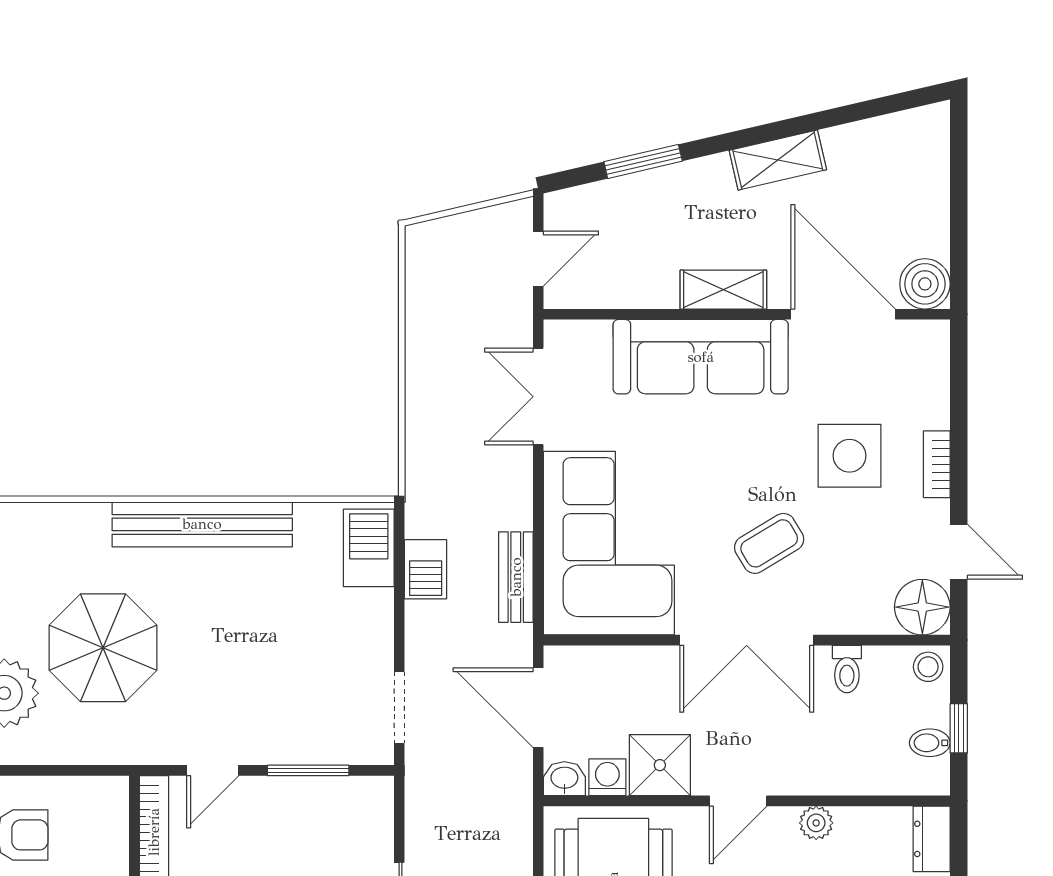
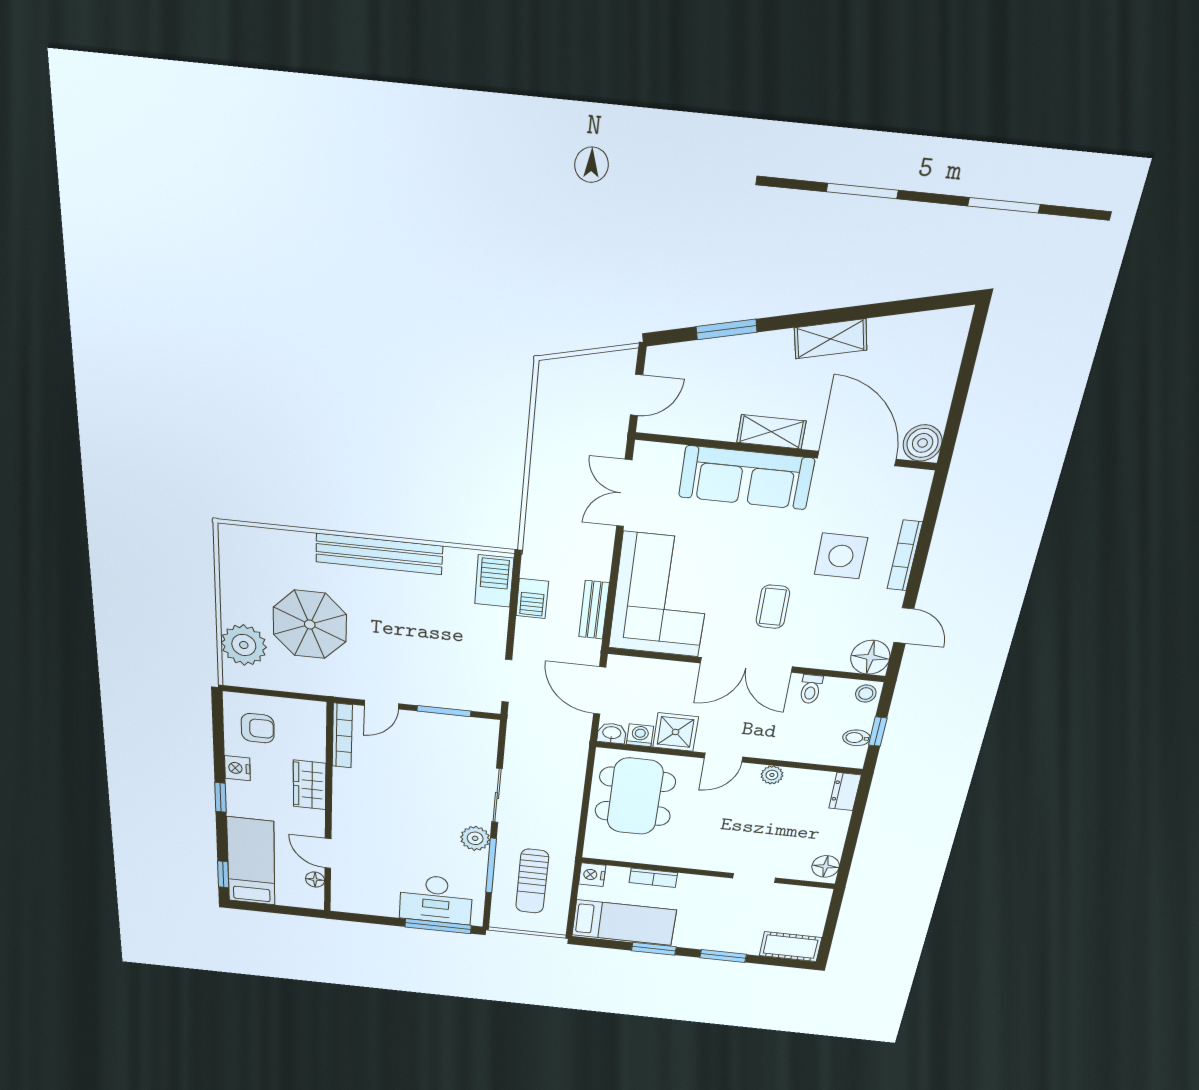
bookcase: (937, 464) -> (905, 556), width x1.56
coffee table: (769, 543) -> (773, 607), turned -59

